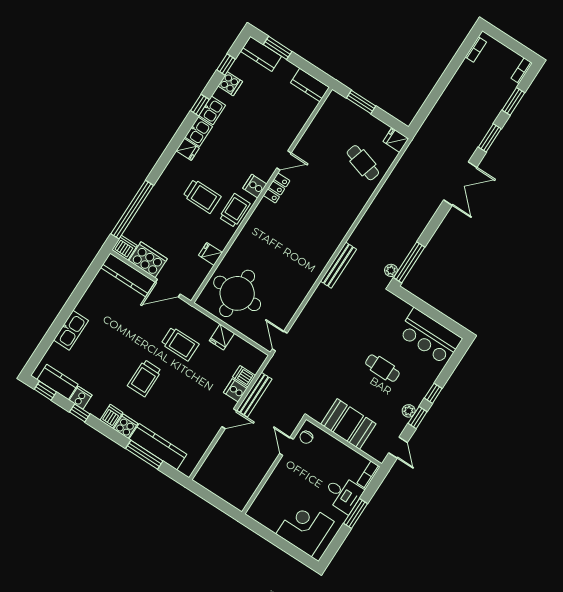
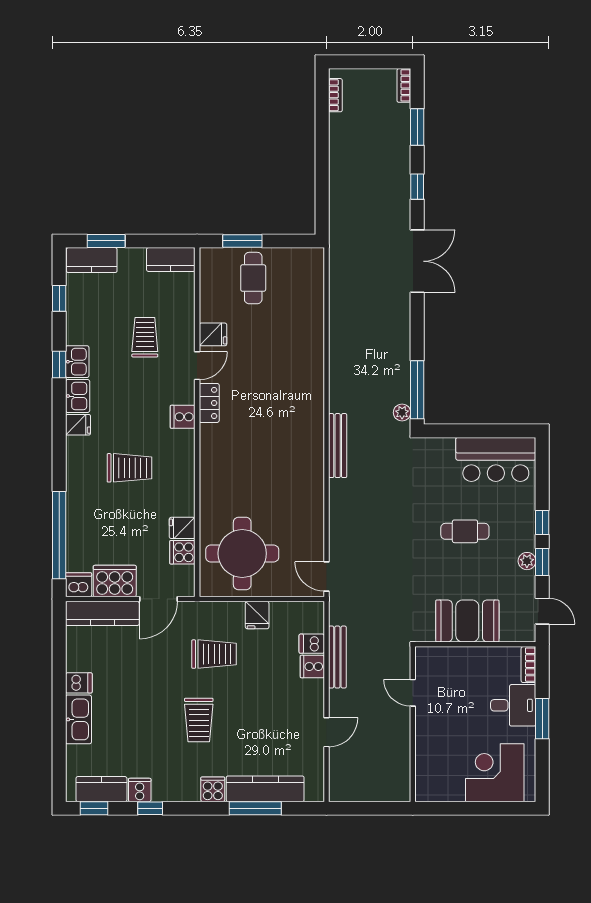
cooker: (230, 84) -> (182, 552), moved, turned 180
window: (490, 138) -> (417, 187), width x0.67
fridge: (396, 140) -> (213, 334), moved, turned 180
cafe table: (363, 163) -> (253, 278), moved, turned 73
trolley: (235, 210) -> (145, 337), moved
dishwasher: (111, 416) -> (79, 683), moved, turned 90
door: (229, 419) -> (327, 732), moved
chair: (306, 437) -> (429, 667), removed

